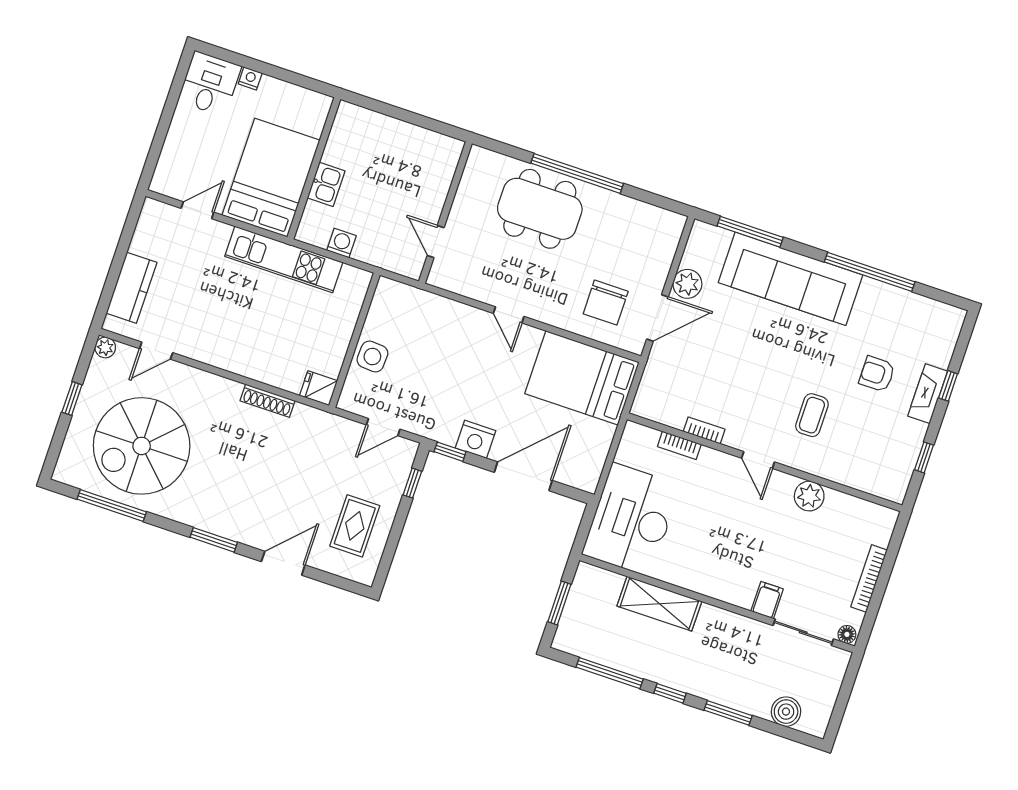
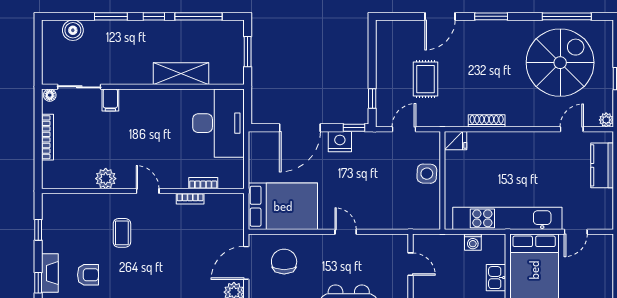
kitchen unit: (284, 259) -> (507, 218), width x1.36
rug: (355, 526) -> (425, 79), moved

